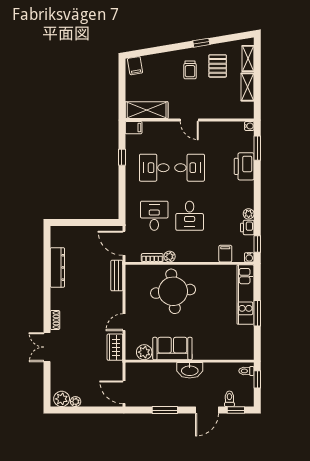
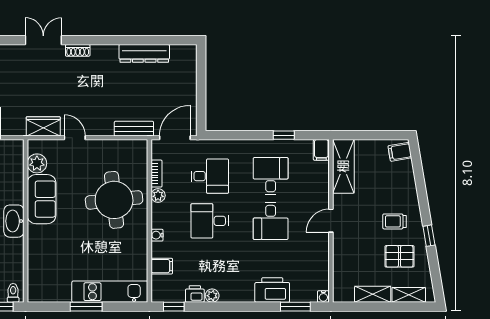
water cooler: (249, 257) -> (157, 235), moved

